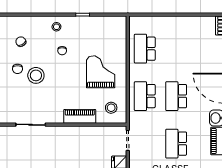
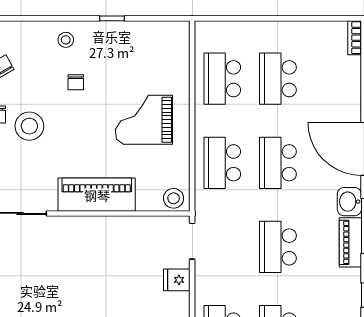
school desk: (176, 49) -> (278, 79), added
grand piano: (101, 72) -> (144, 120), turned -90
stool: (111, 108) -> (174, 198), moved
piano: (80, 116) -> (97, 195), width x1.37, depth x1.33

